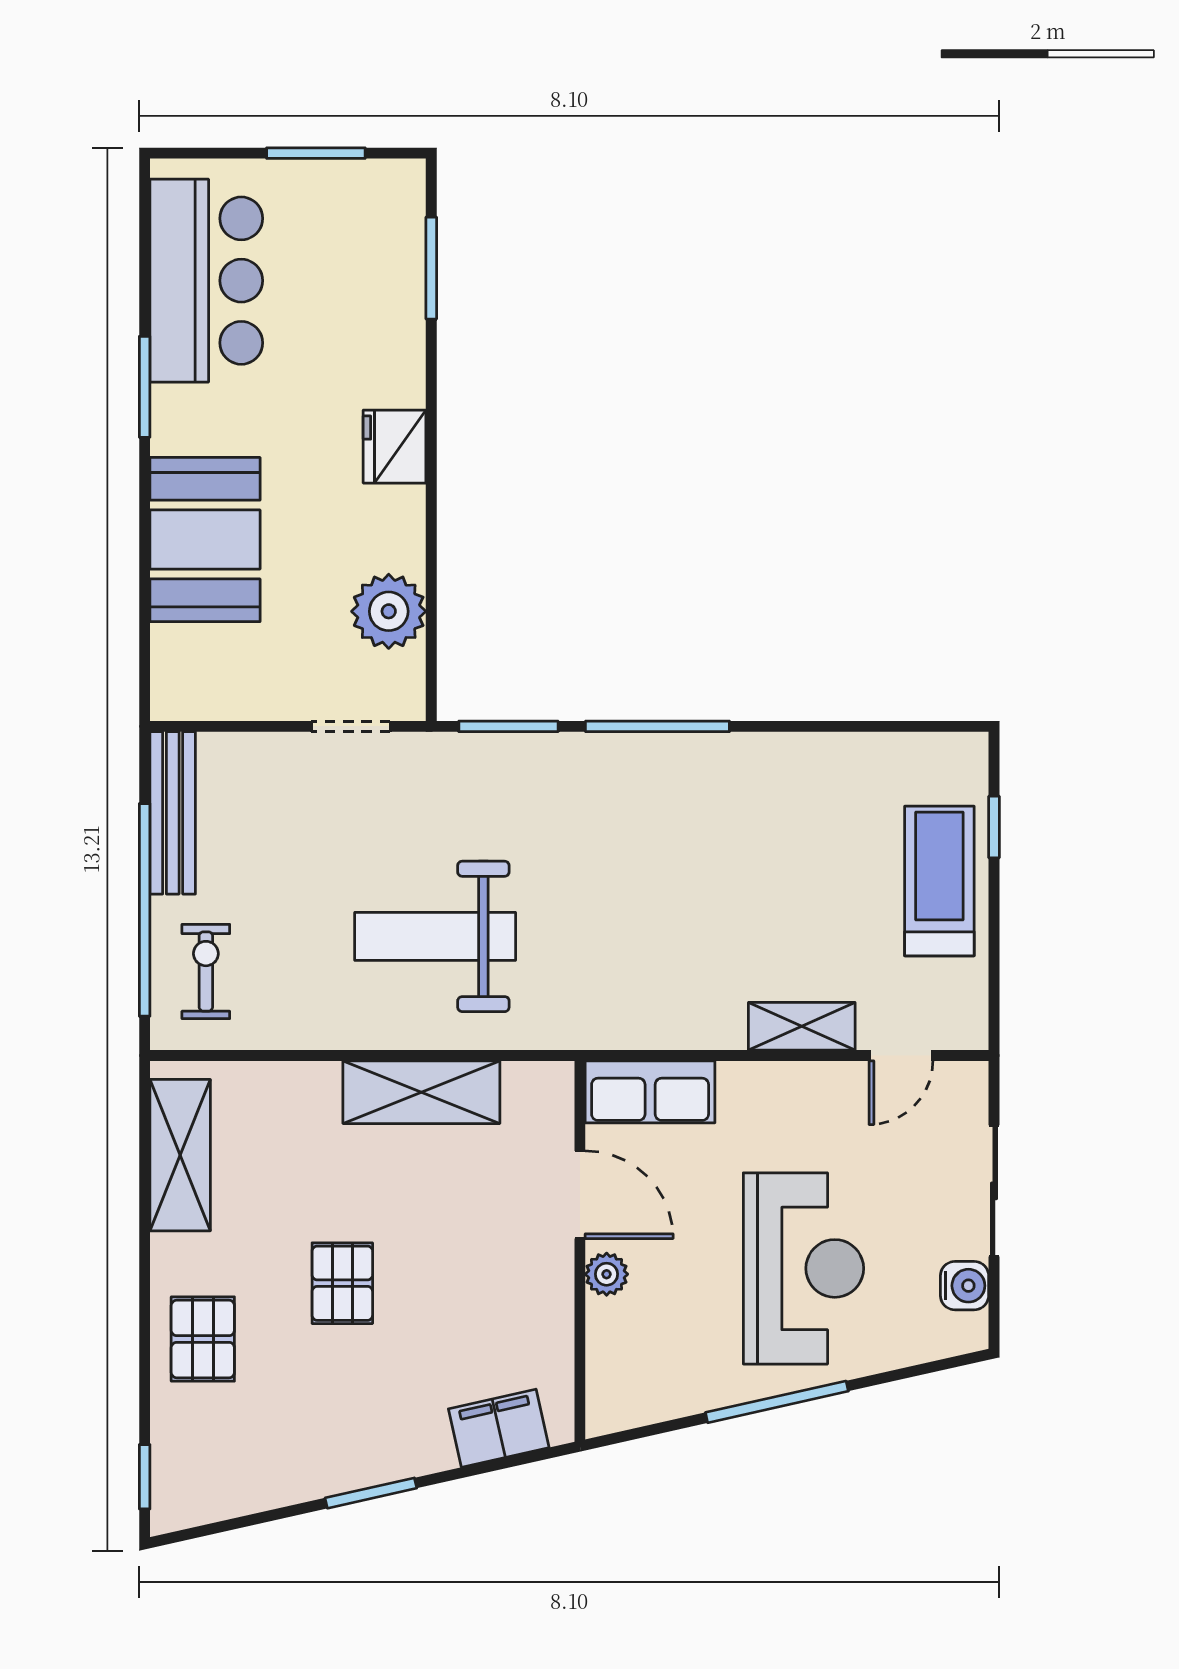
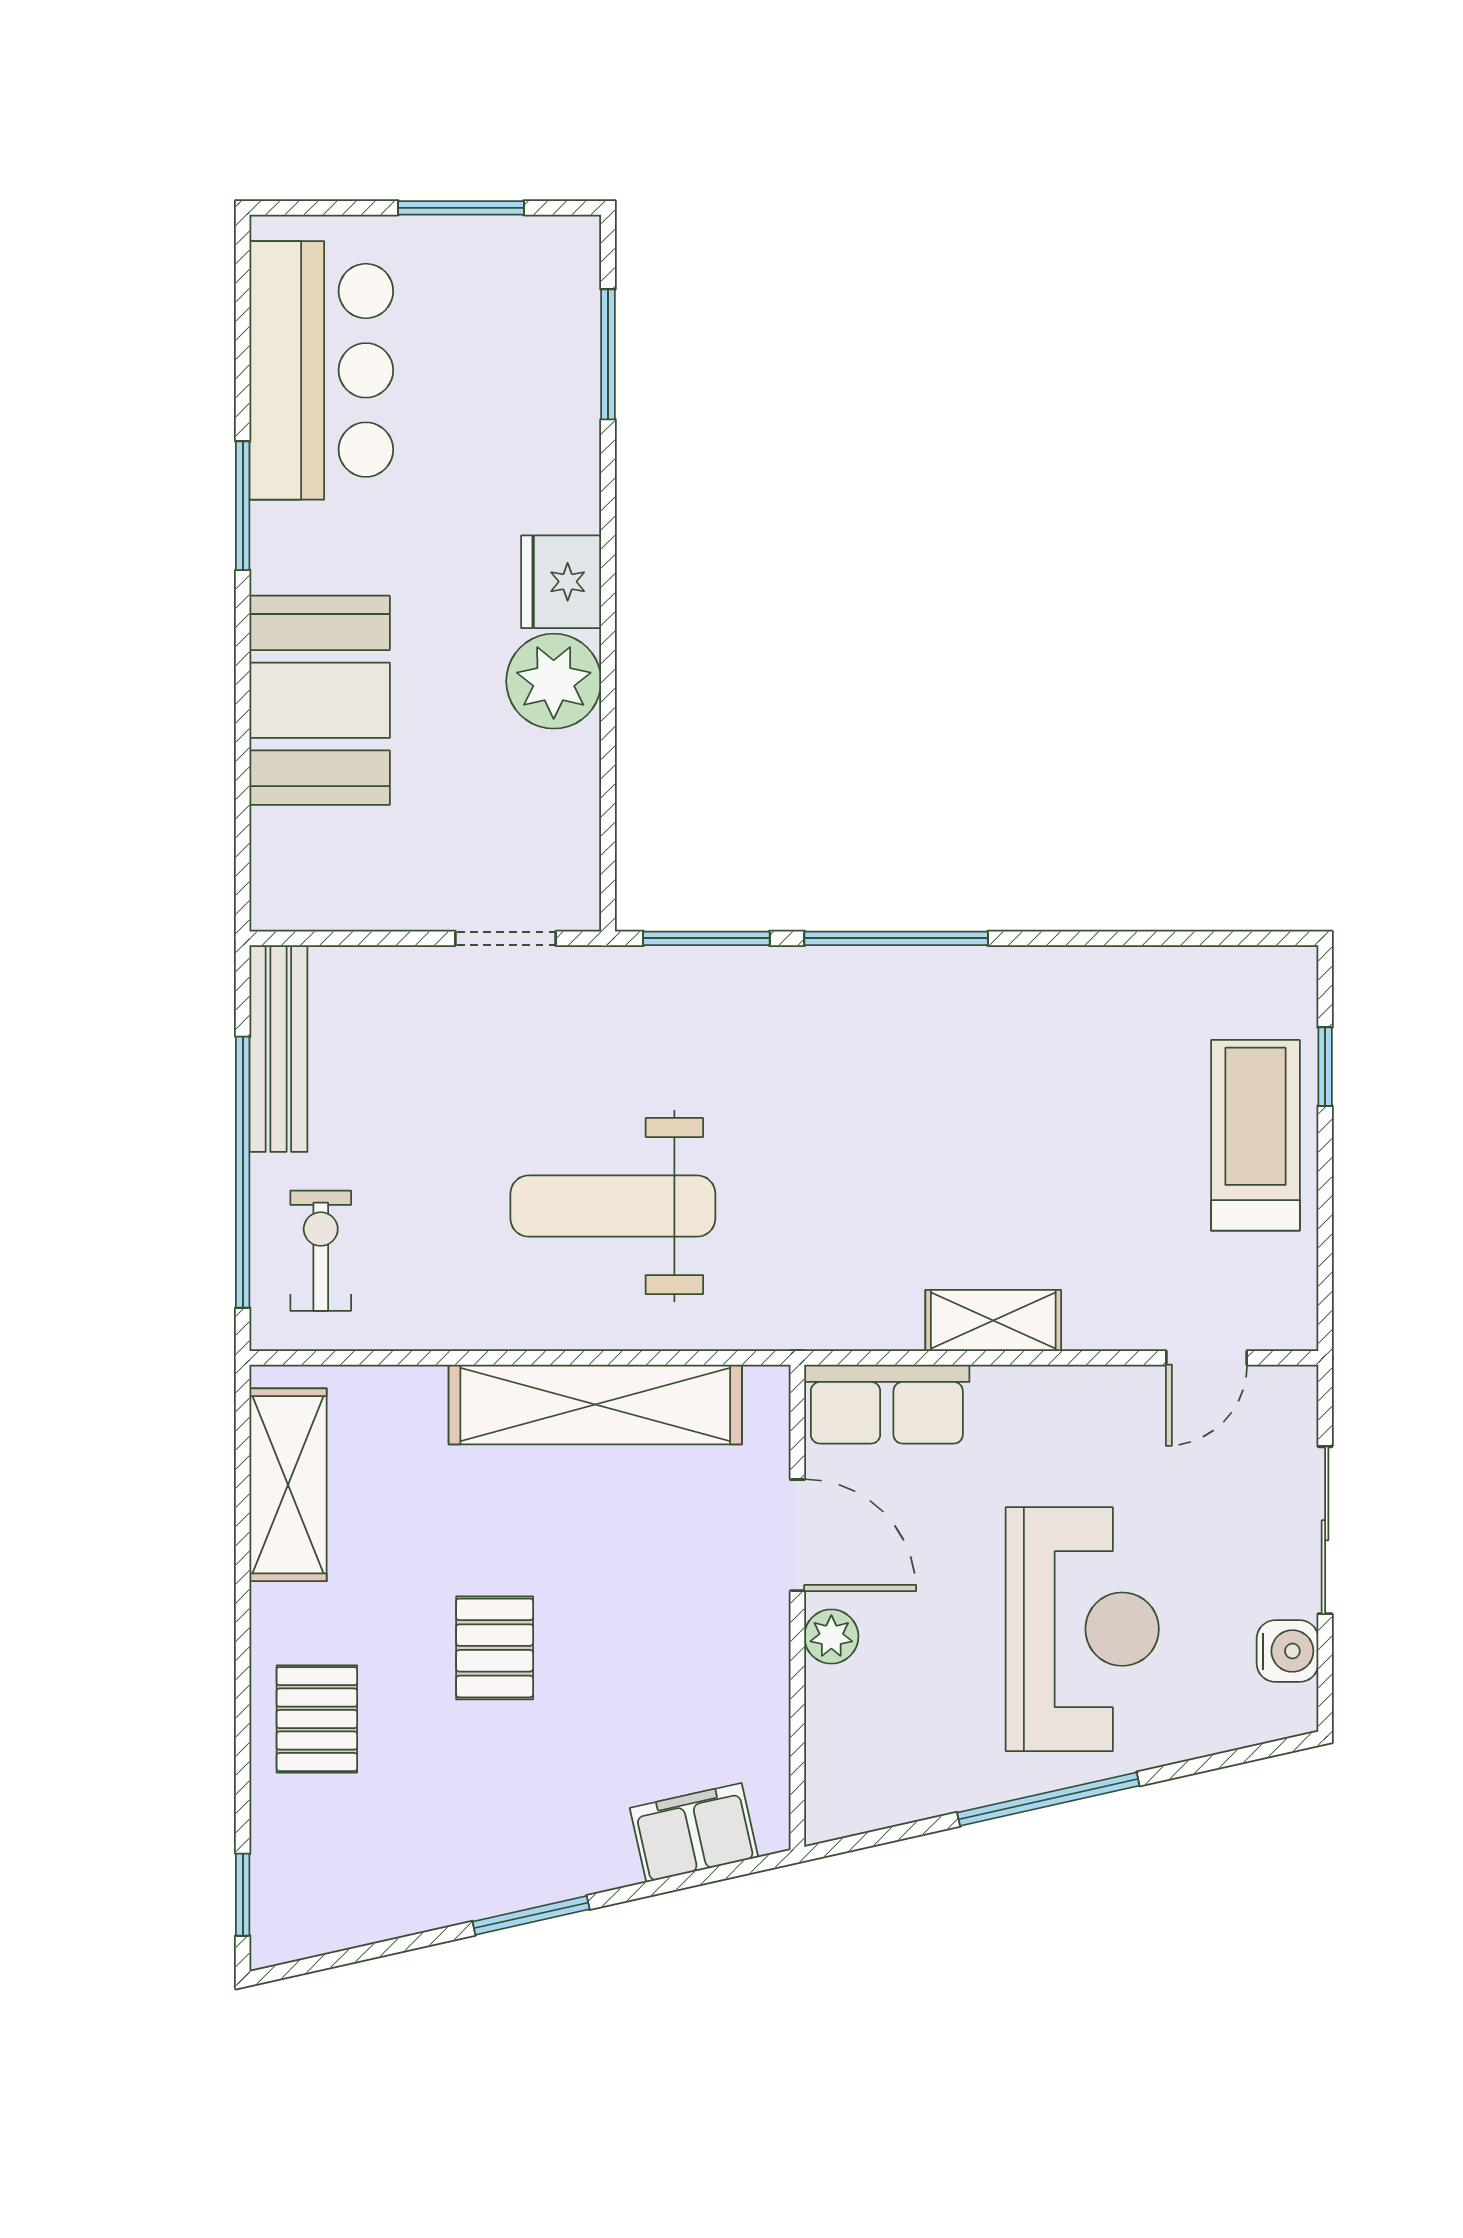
plant: (389, 611) -> (554, 681), moved
shelving: (802, 1026) -> (993, 1320), moved
shelving: (421, 1092) -> (595, 1405), width x1.47

